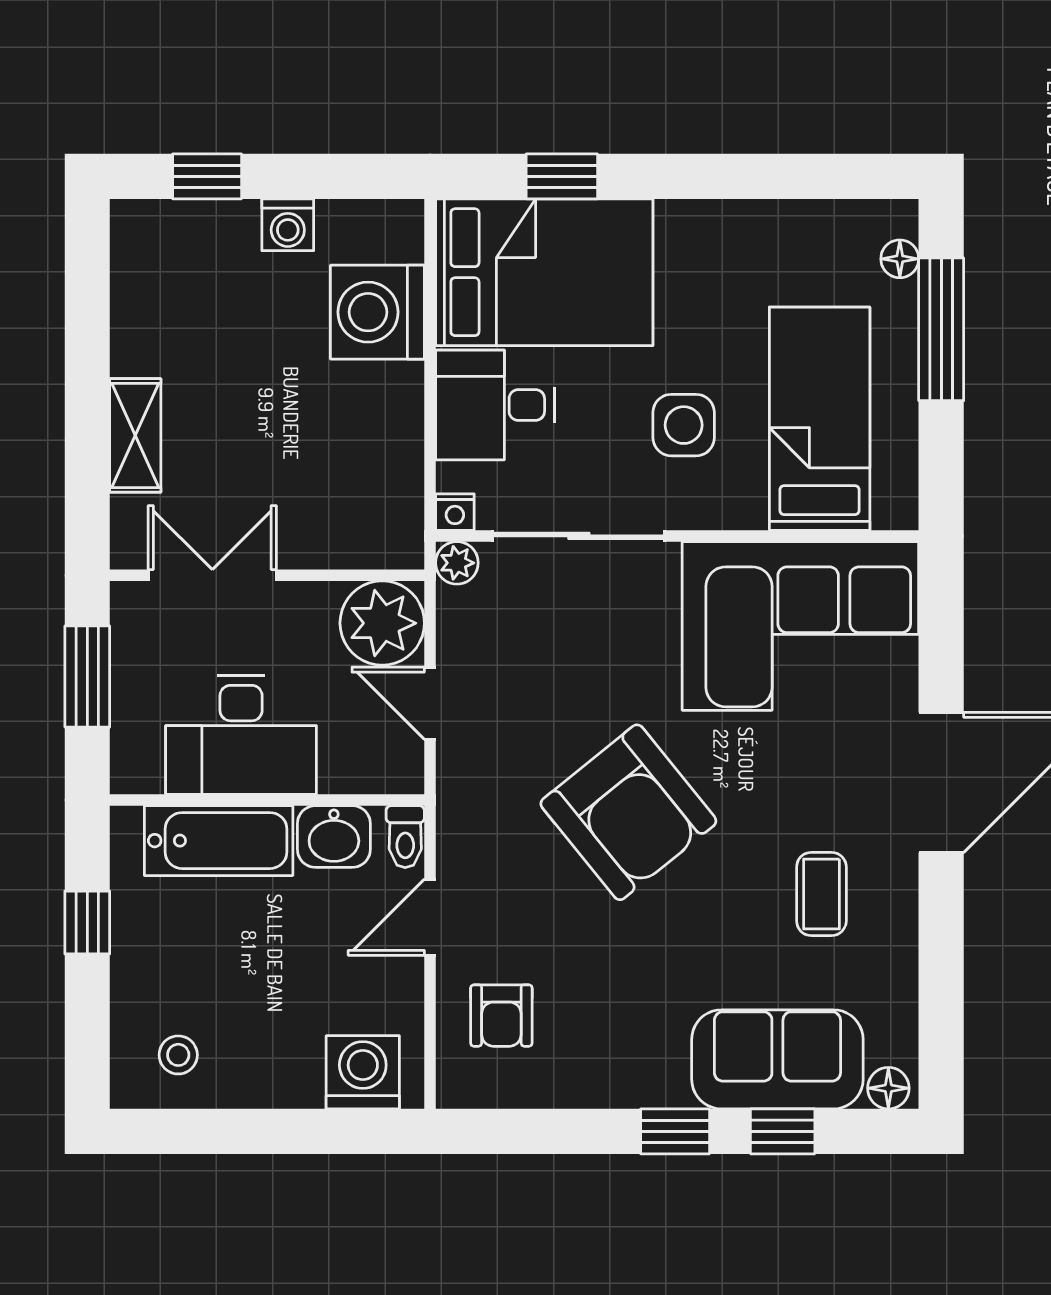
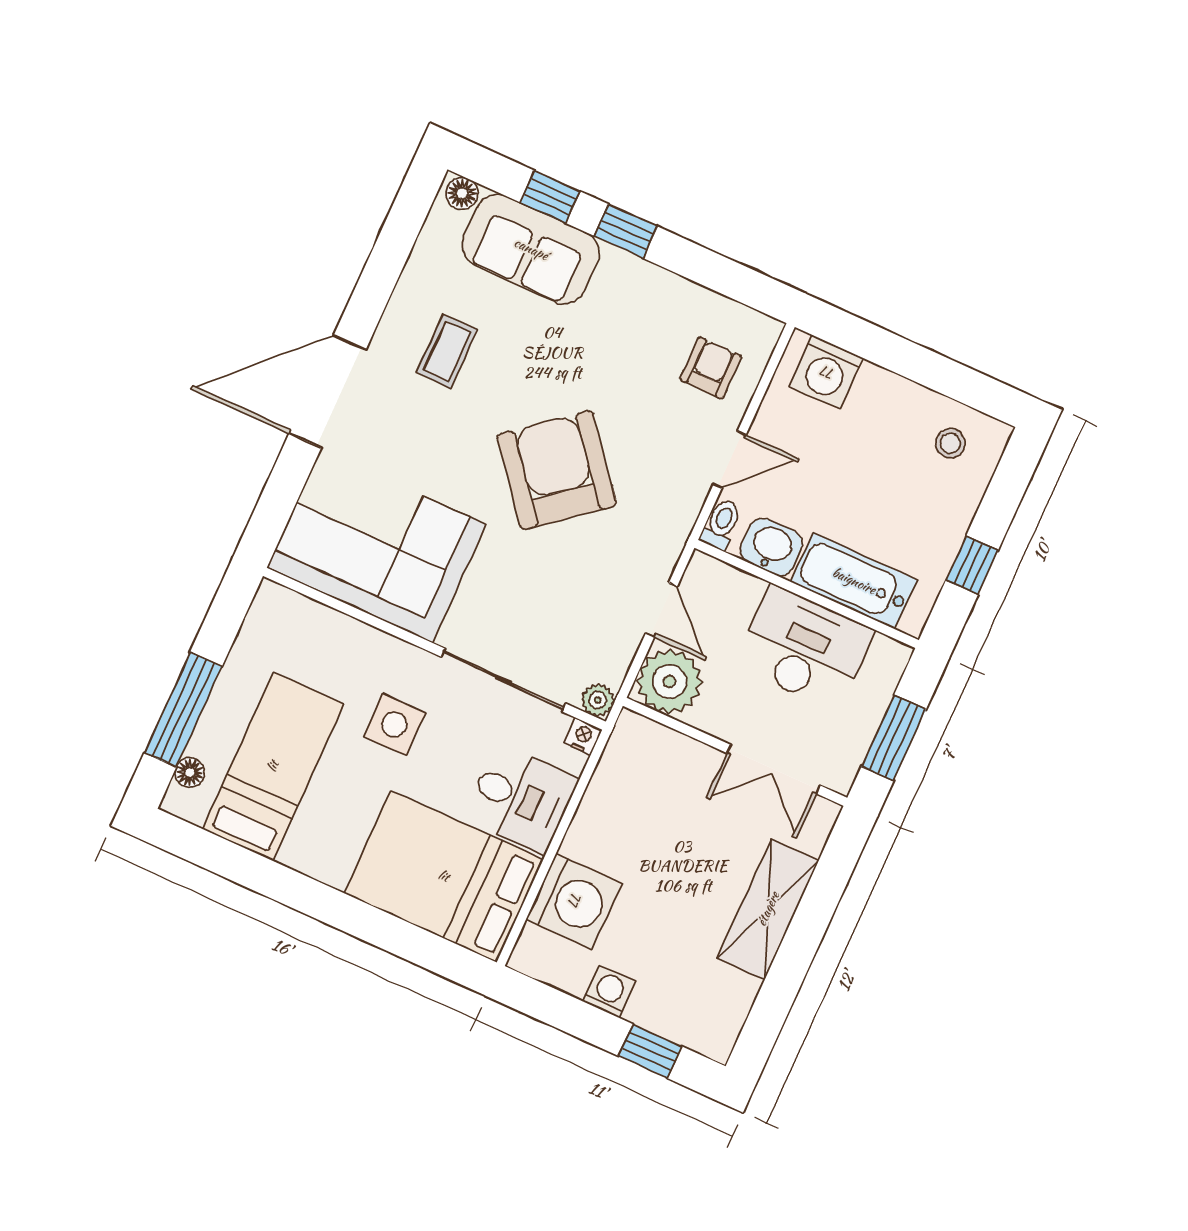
window: (562, 176) -> (401, 938), removed
bed: (820, 419) -> (273, 766), moved, turned 180
shelving: (135, 435) -> (768, 909), width x1.50, depth x1.33

